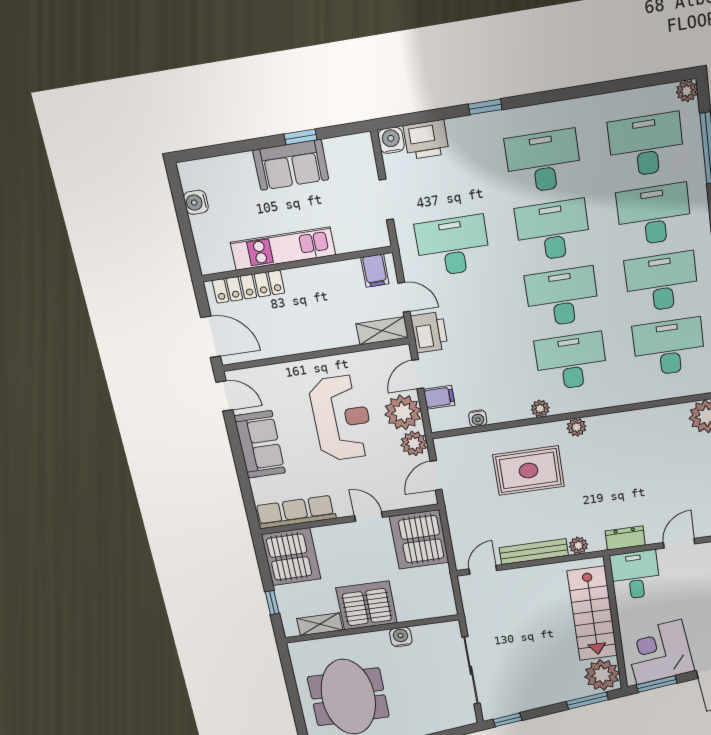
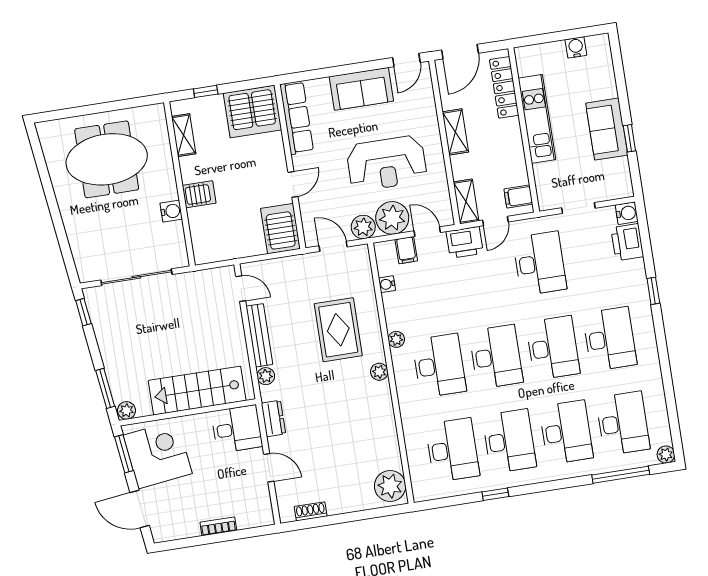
shelving: (303, 342) -> (455, 132), added
server rack: (419, 539) -> (280, 229), width x0.62
server rack: (367, 605) -> (199, 194), width x0.46, depth x0.70
plant: (602, 675) -> (126, 410), width x0.53, depth x0.53

